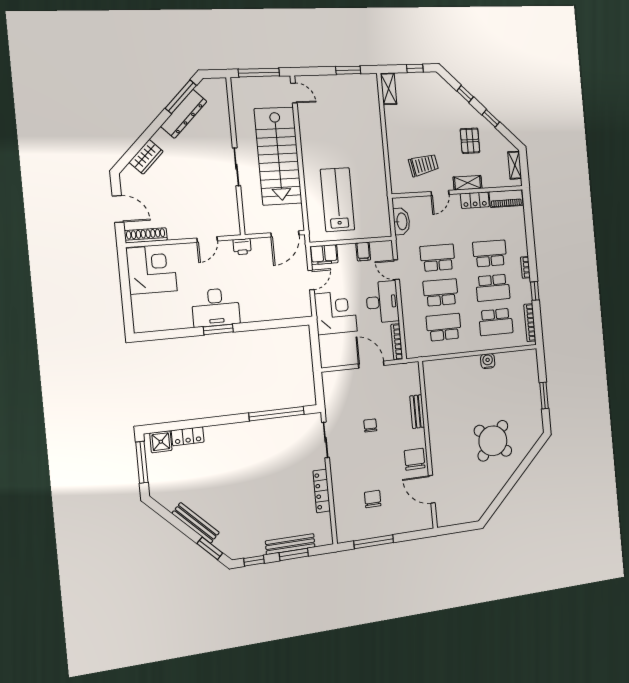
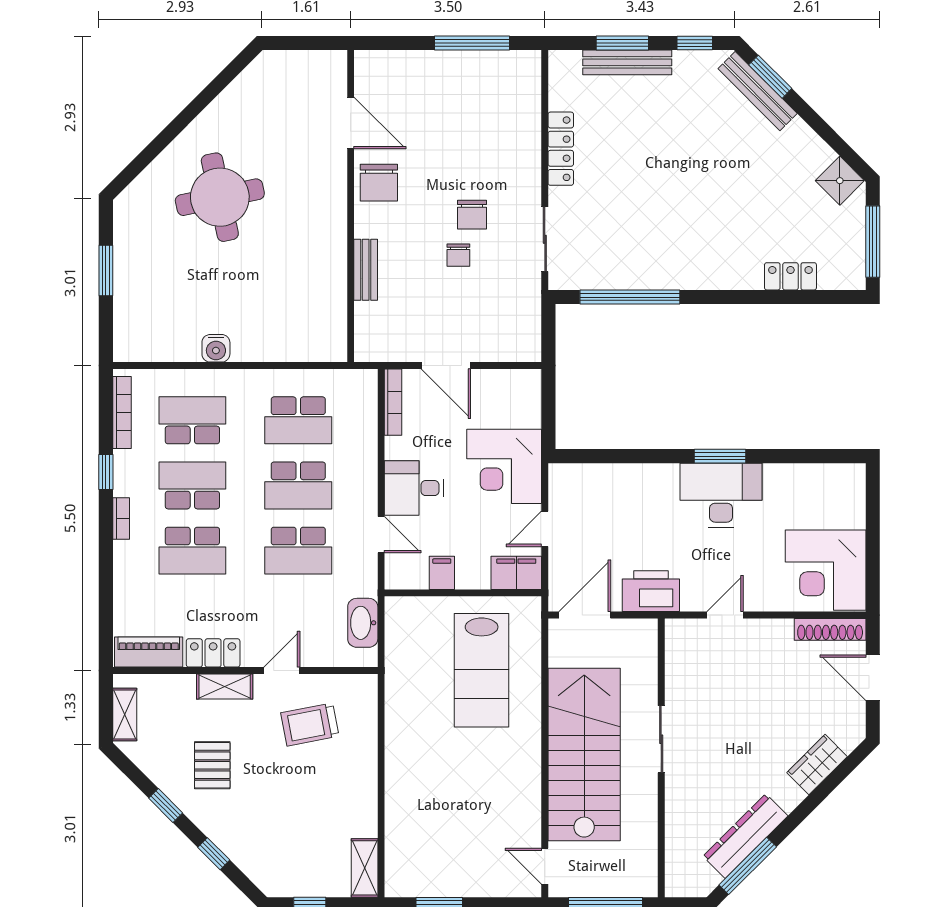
printer: (242, 247) -> (651, 591), width x1.87, depth x1.48
desk: (382, 302) -> (414, 488), width x0.73
round table: (493, 441) -> (220, 197), turned 37
shower: (161, 442) -> (840, 181), moved, turned 45
chair: (373, 499) -> (472, 215), moved
bench: (196, 523) -> (758, 91), moved

